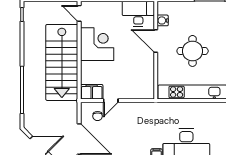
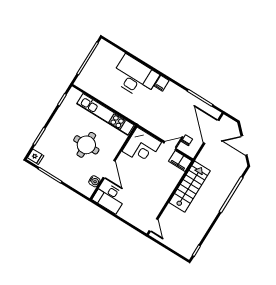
corner desk: (97, 44) -> (142, 147), moved, turned -90
stairs: (62, 62) -> (190, 187), width x0.73, depth x0.66

